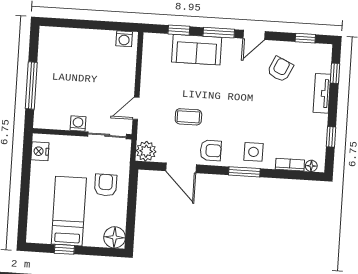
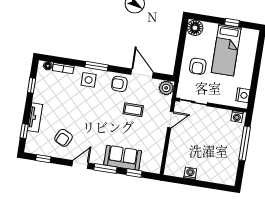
washing machine: (124, 39) -> (190, 173), moved
washing machine: (78, 124) -> (237, 116), moved

